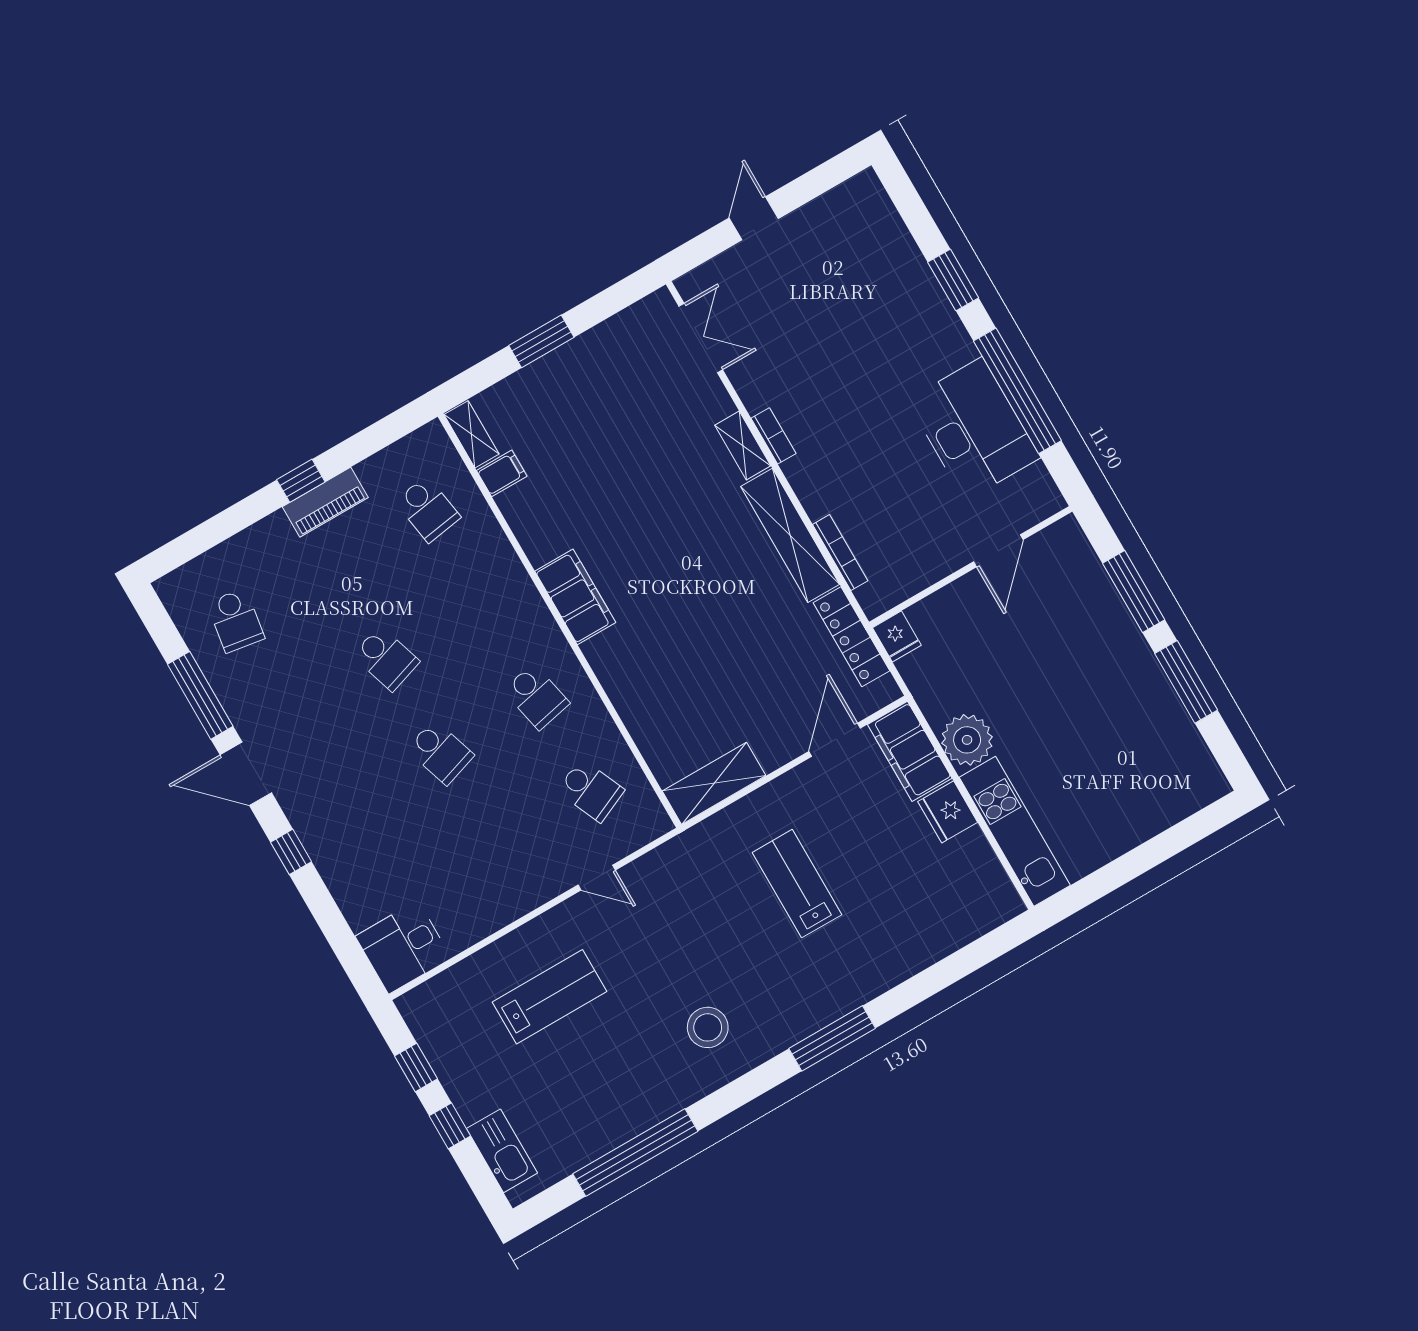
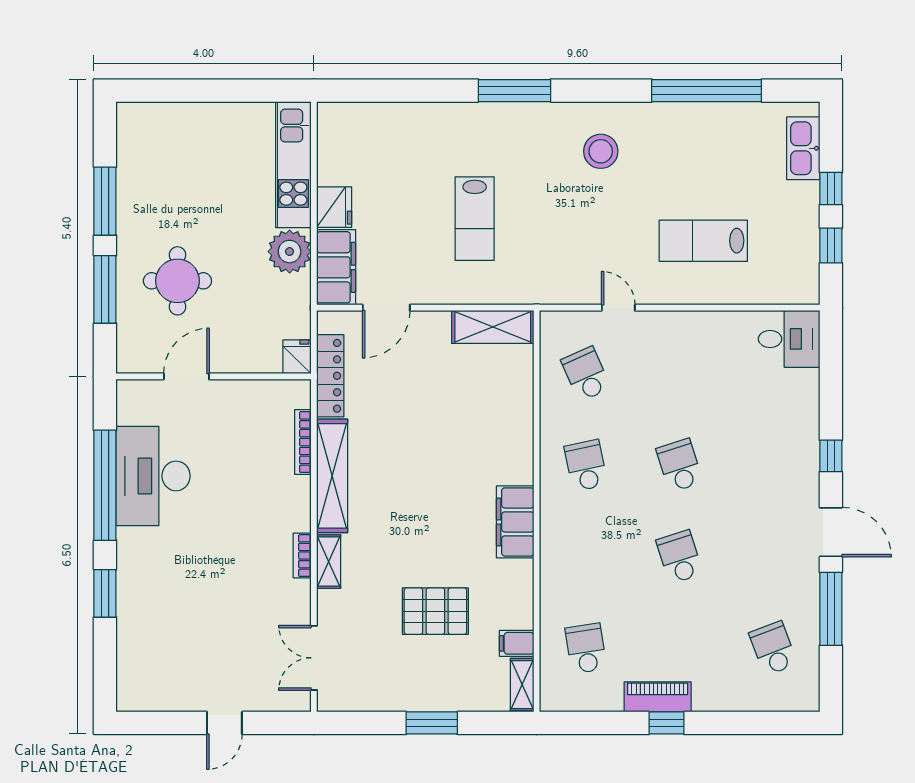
pallet: (604, 458) -> (435, 611), added
school desk: (236, 621) -> (773, 648), turned -30
round table: (1064, 643) -> (177, 281), added

